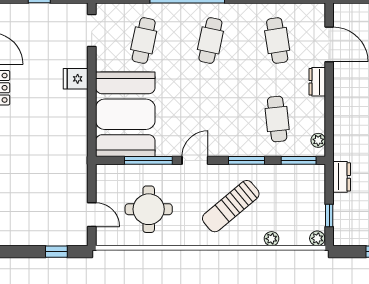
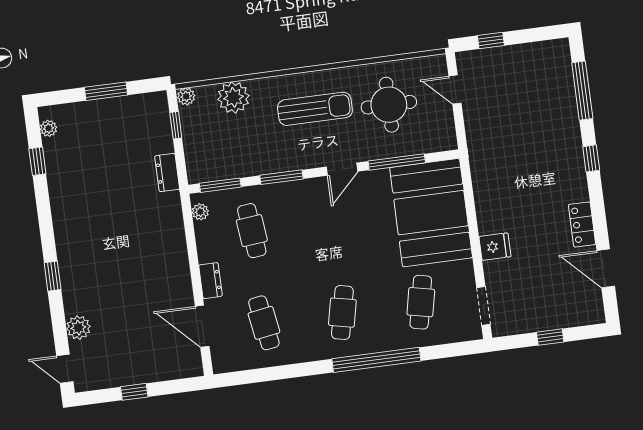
sun lounger: (231, 206) -> (315, 109), moved, turned 40
plant: (272, 239) -> (233, 97), width x1.88, depth x1.88

